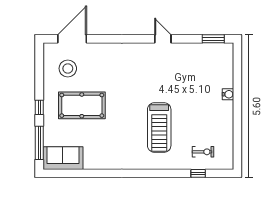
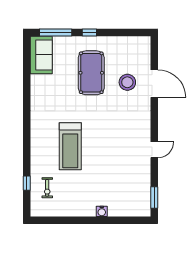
door: (72, 39) -> (154, 84), moved
stool: (68, 68) -> (127, 82), moved
treadmill: (159, 127) -> (70, 146), turned -90

